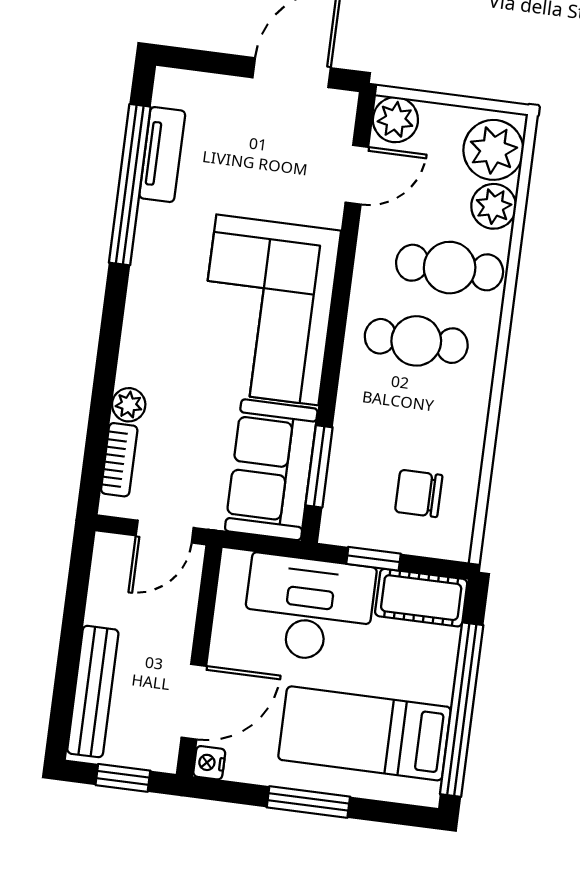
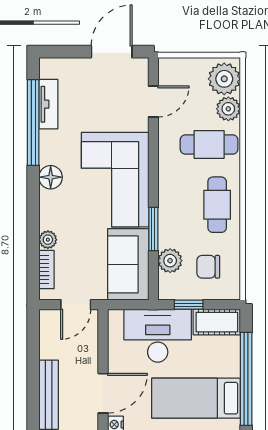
plant: (395, 120) -> (170, 261), moved
floor lamp: (149, 290) -> (51, 177), added
cafe table: (416, 341) -> (217, 205), moved, turned 90
window: (319, 466) -> (153, 229), moved

